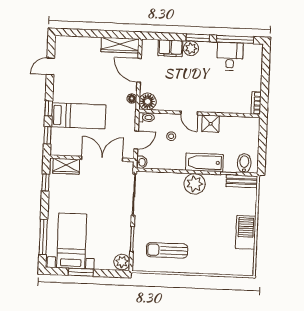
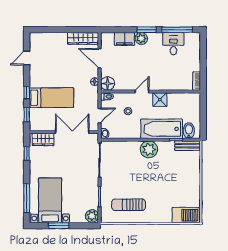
door: (189, 113) -> (142, 92), swing flipped
bathtub: (204, 162) -> (162, 129), width x1.36, depth x1.36
barbecue: (246, 232) -> (186, 215), moved, turned 90

